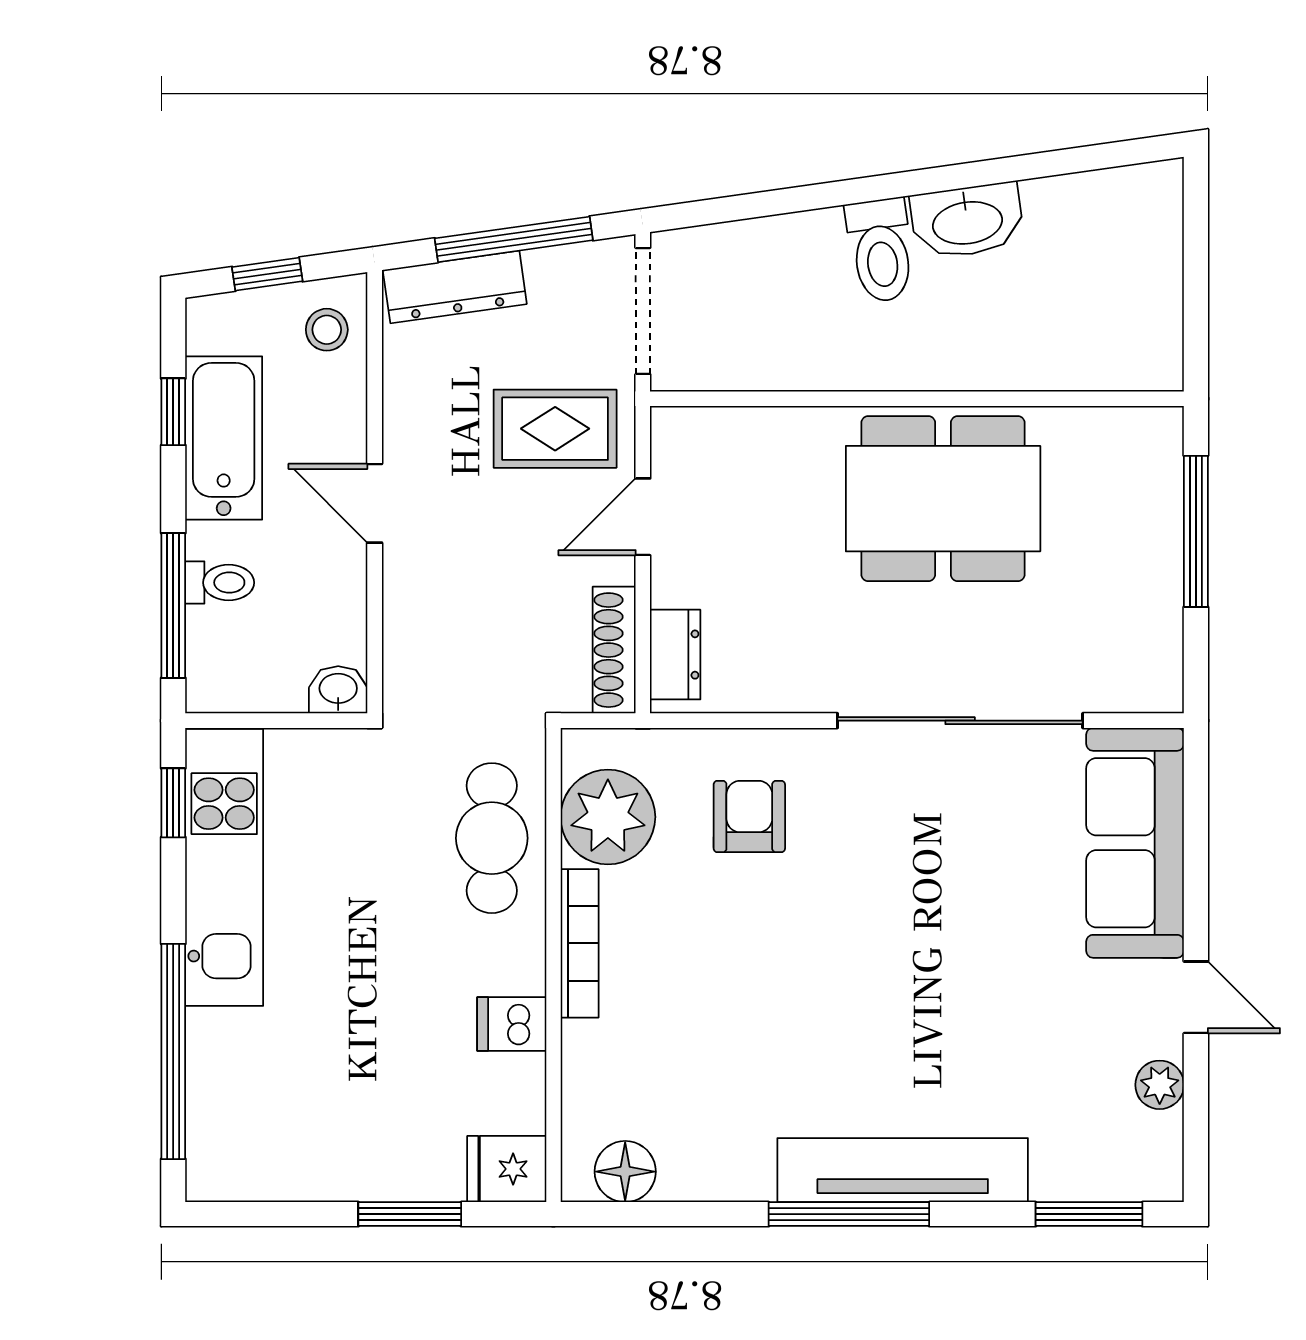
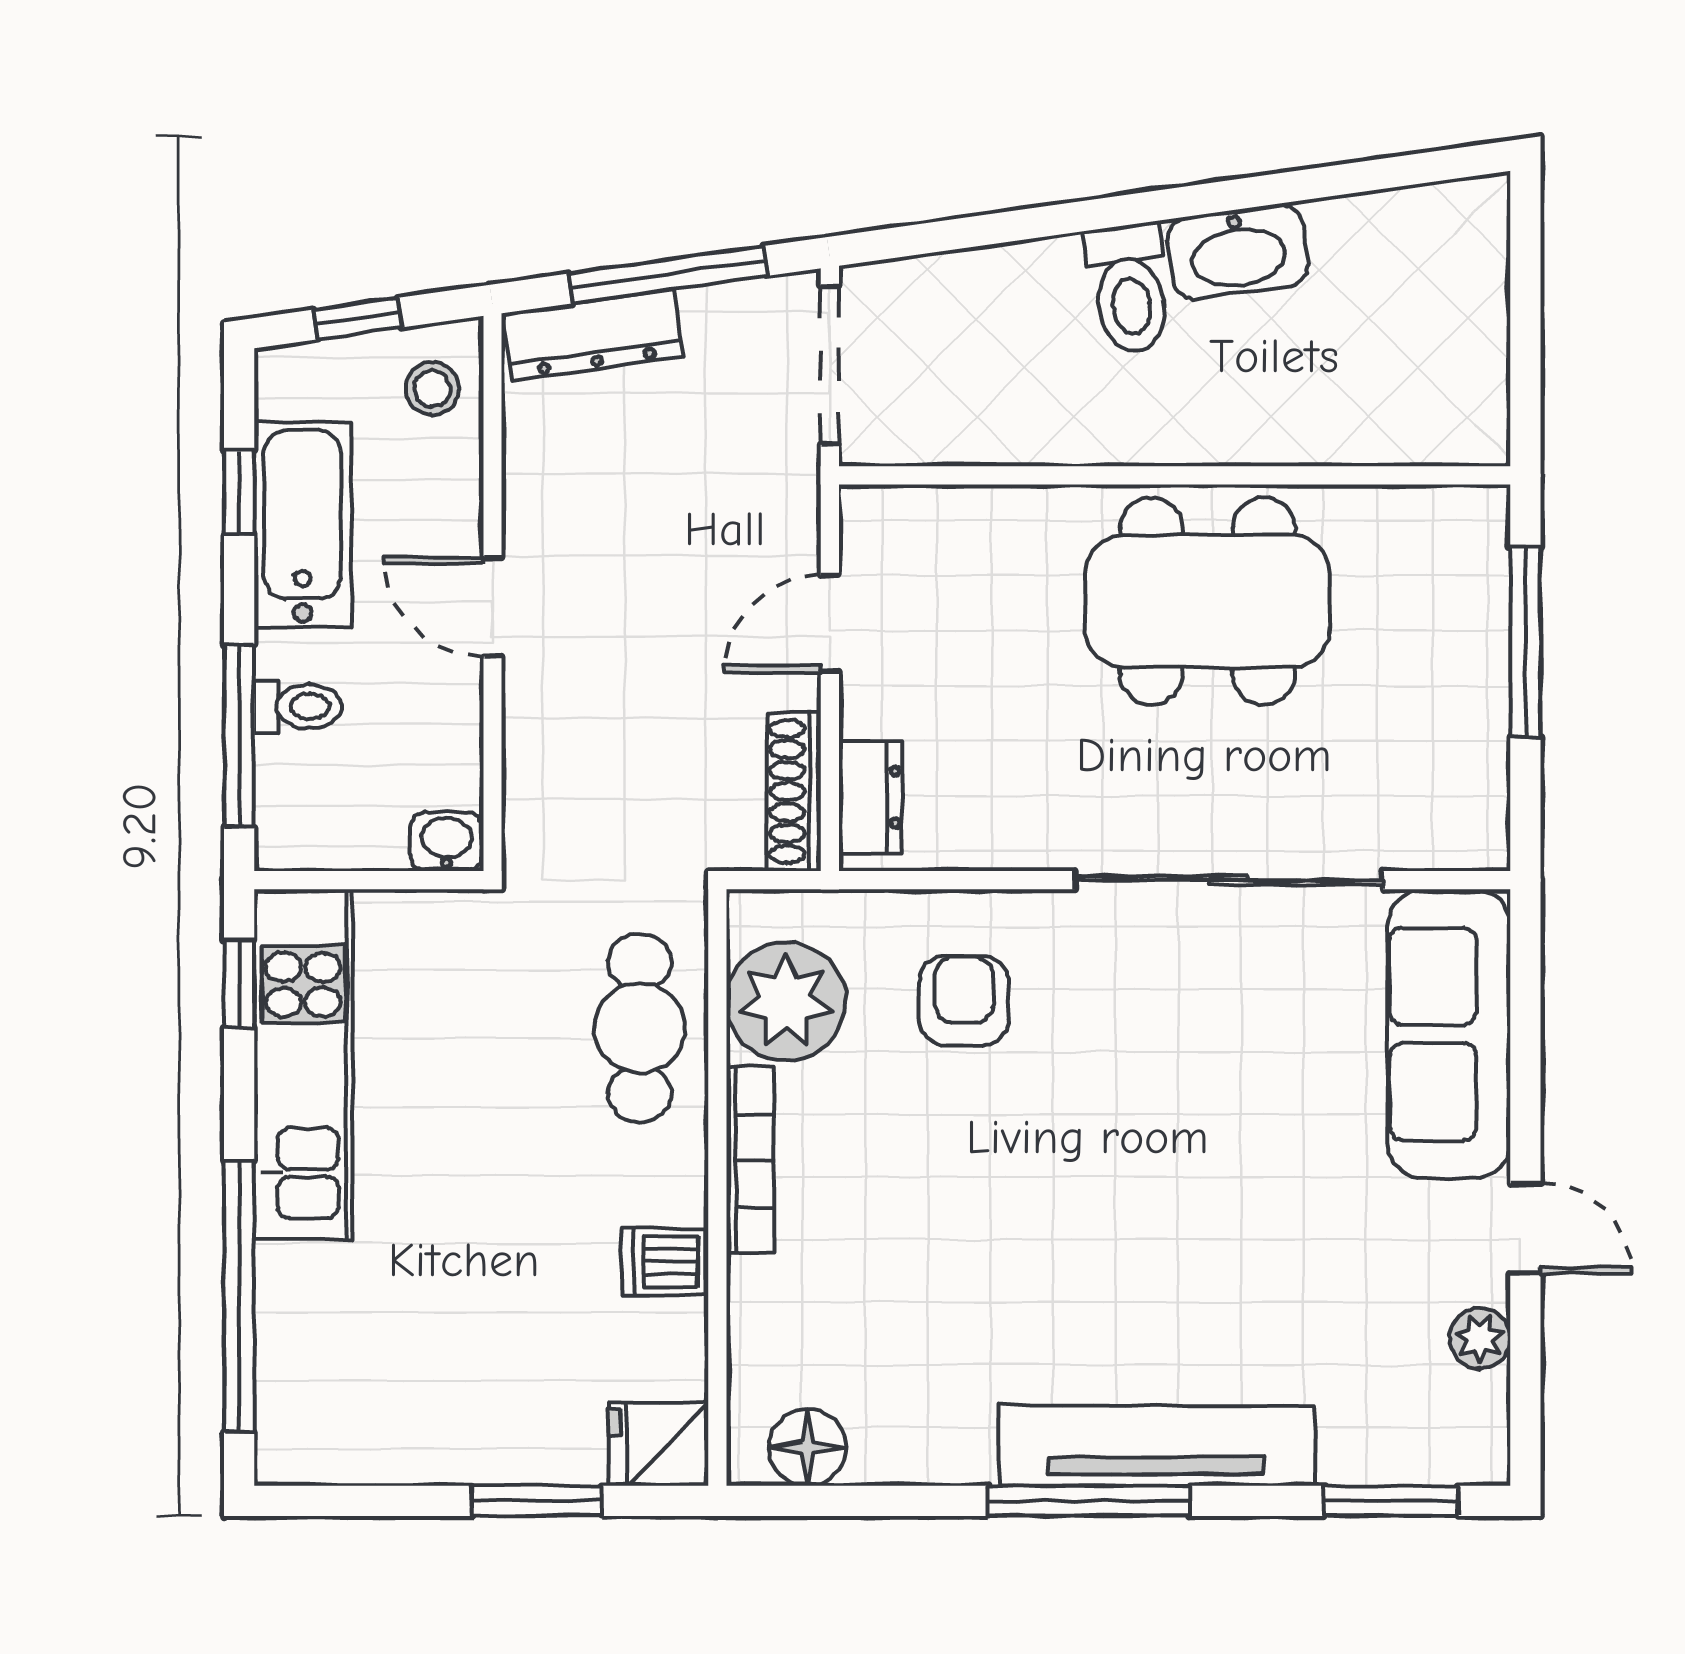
rug: (555, 429) -> (719, 513), removed

